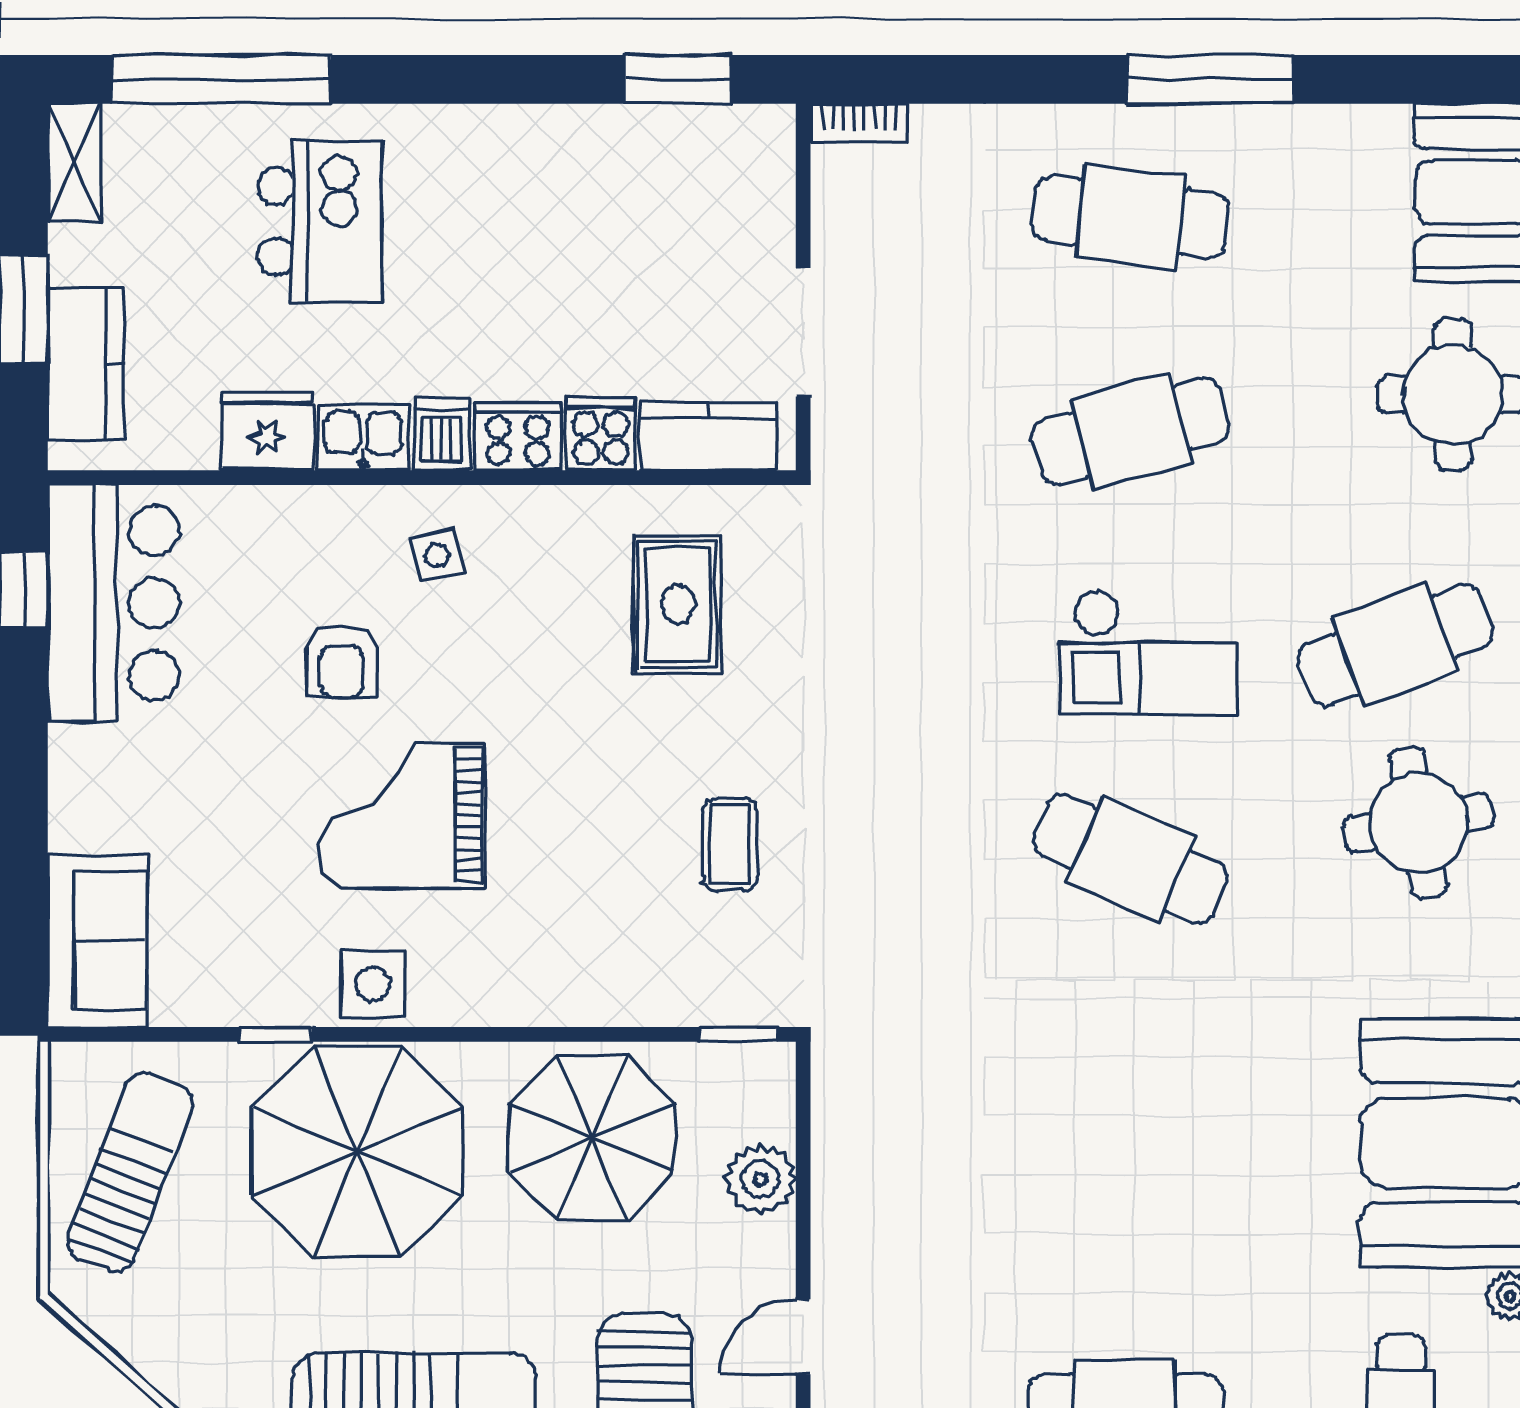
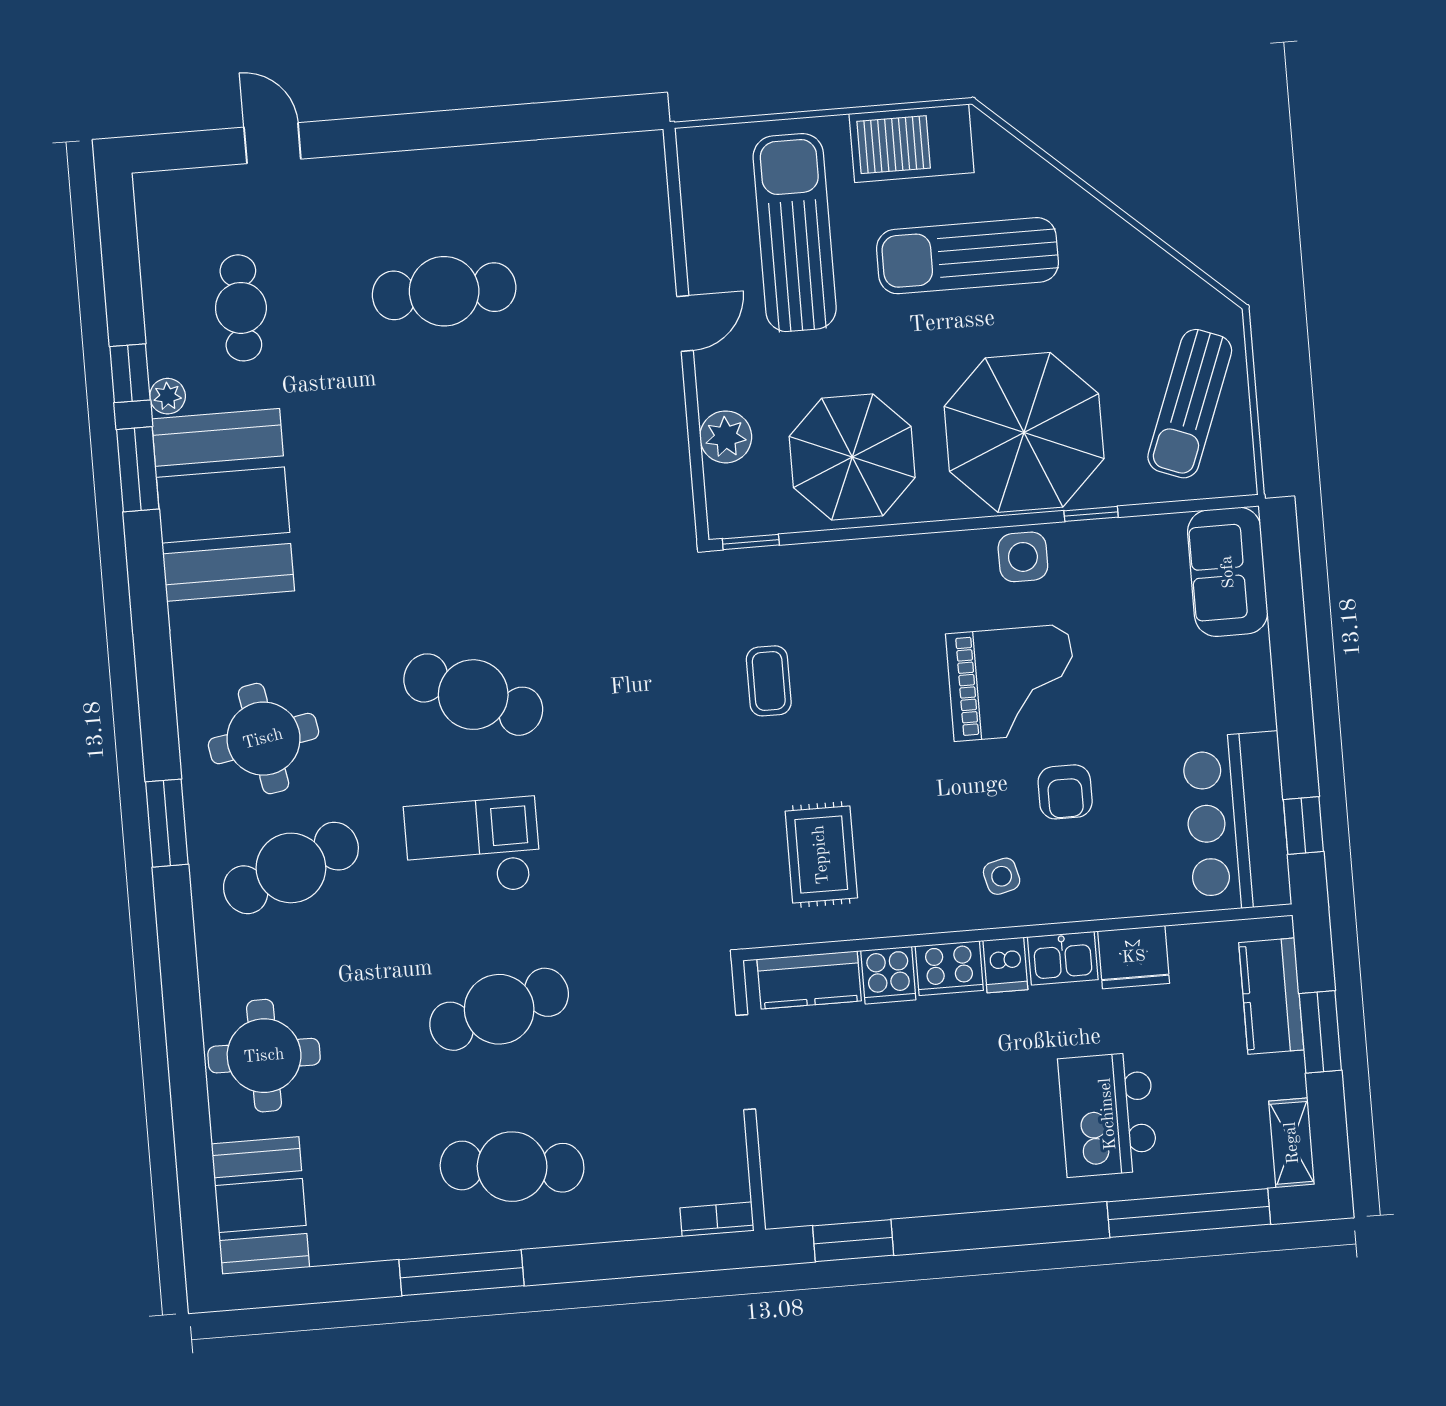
armchair: (342, 662) -> (1065, 792), turned 180

